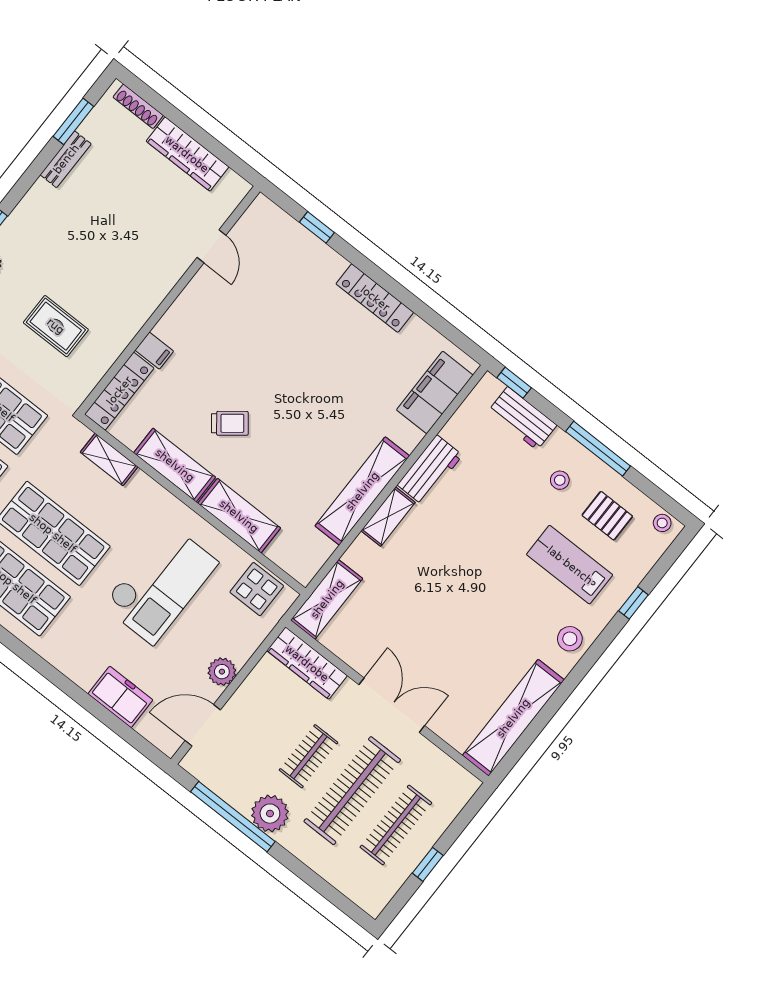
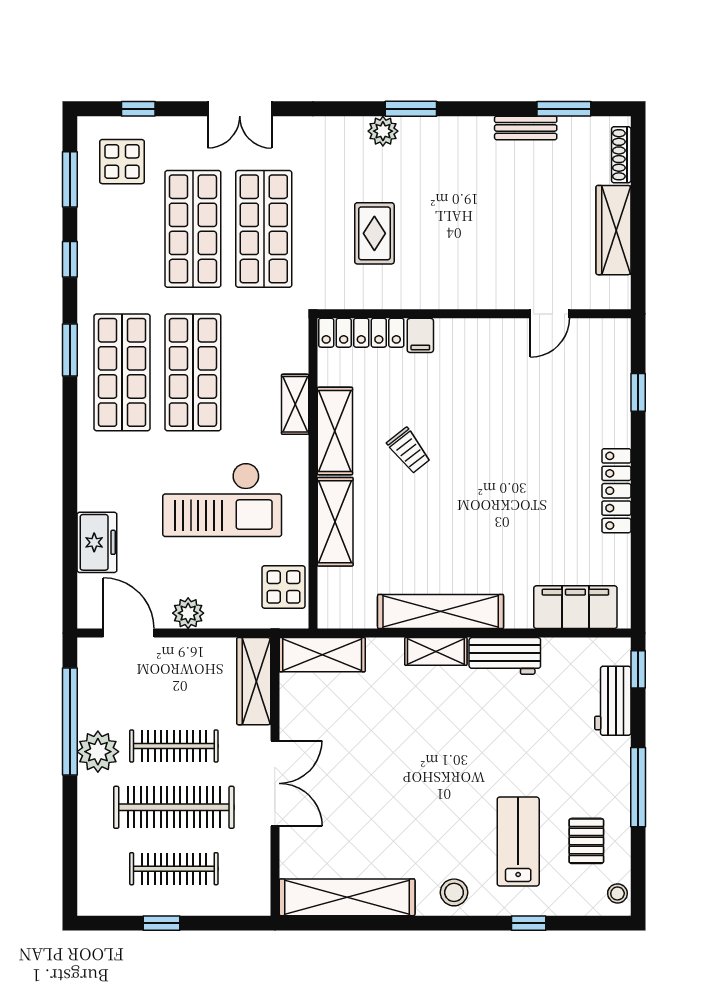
shelving: (109, 459) -> (295, 404), moved
stool: (560, 480) -> (585, 775), removed
clothes rail: (309, 756) -> (174, 746), width x1.36

